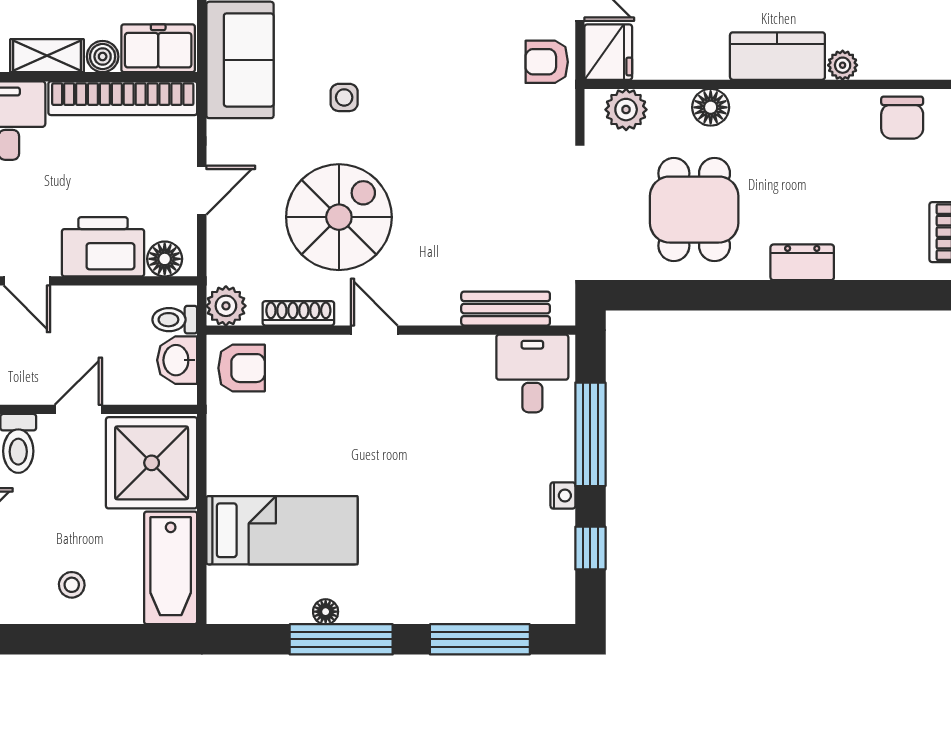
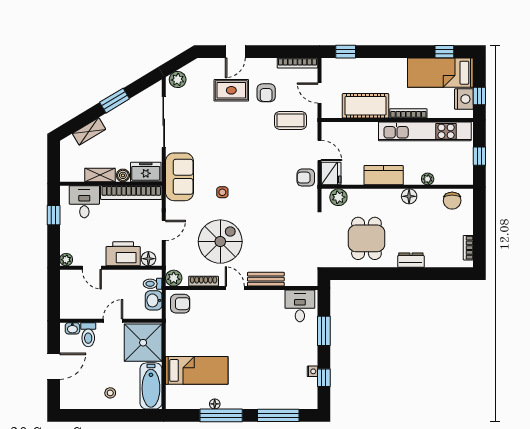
kitchen counter: (777, 56) -> (384, 175), moved
floor lamp: (711, 107) -> (409, 196), moved
bench: (506, 309) -> (266, 279), moved
window: (590, 434) -> (324, 331), width x0.69
nightstand: (563, 495) -> (312, 371), moved

